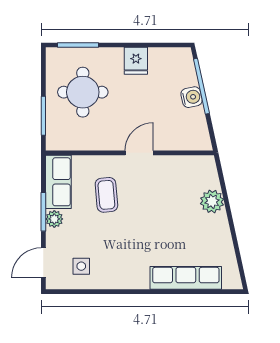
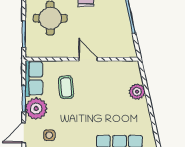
water cooler: (192, 97) -> (123, 22), removed
door: (139, 153) -> (88, 59), hinge flipped
plant: (54, 219) -> (36, 109), width x1.88, depth x1.88

